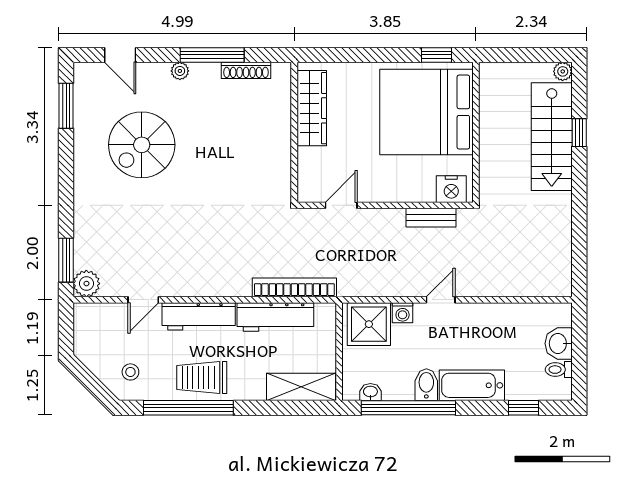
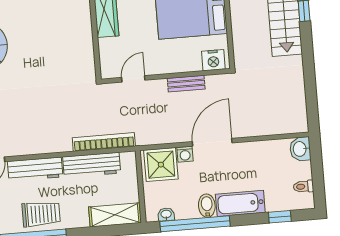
bench: (431, 218) -> (186, 84), moved
door: (441, 300) -> (212, 142), width x1.88
washbasin: (559, 343) -> (300, 149), moved
trolley: (202, 378) -> (41, 214), turned 180

